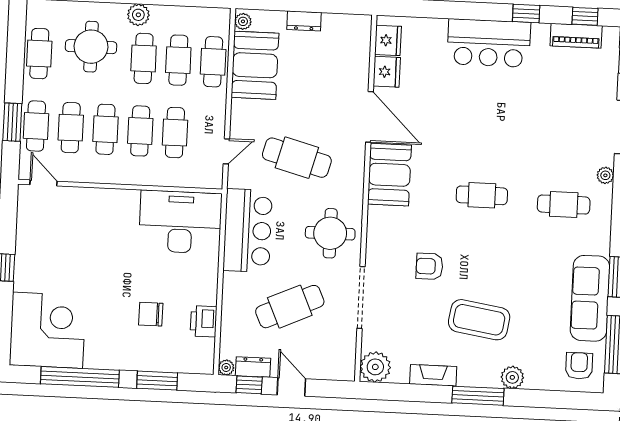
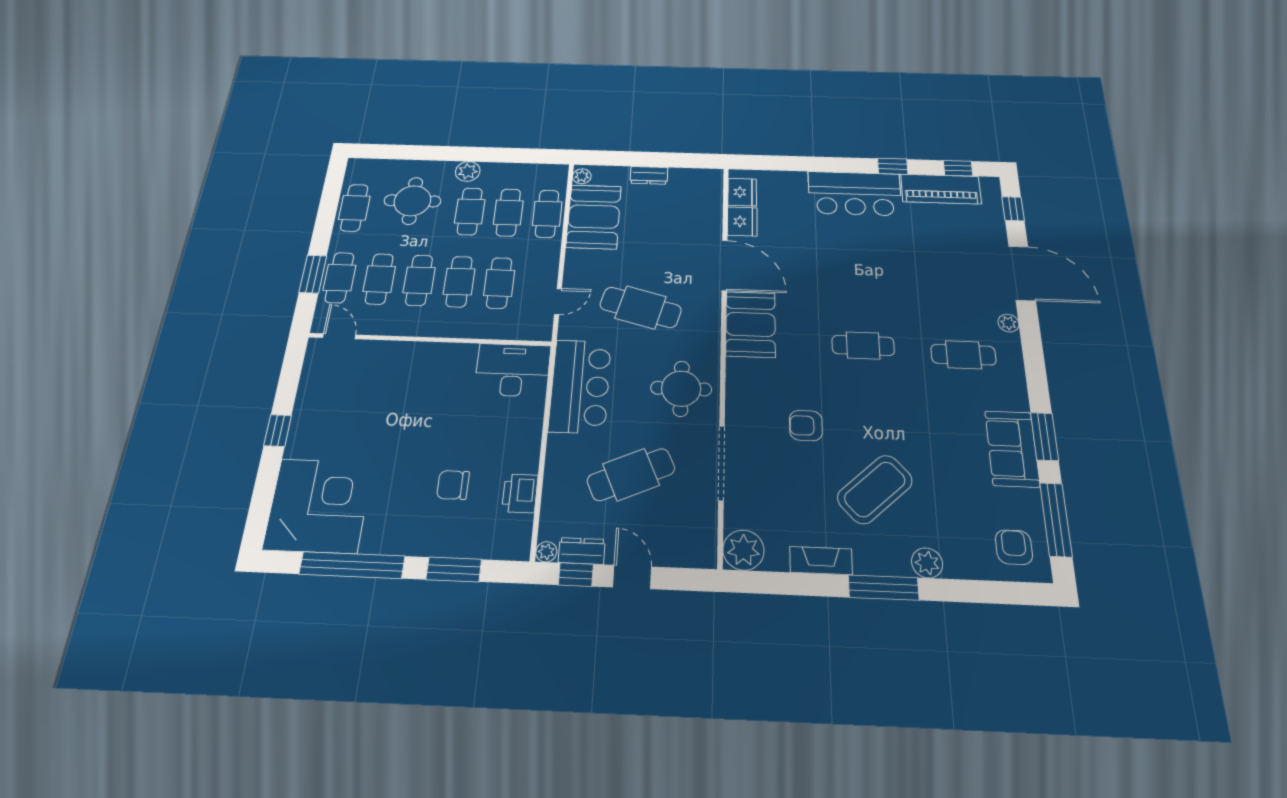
piano: (576, 36) -> (941, 189), width x1.37, depth x1.33
desk: (180, 222) -> (513, 370), width x0.73, depth x0.77
sofa: (590, 298) -> (1012, 449), width x0.73
coffee table: (479, 320) -> (875, 489), turned -51

